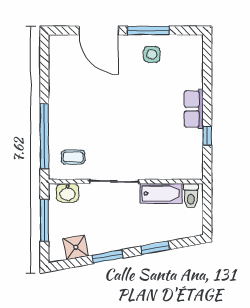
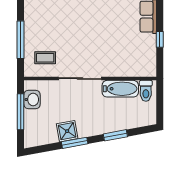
window: (44, 136) -> (21, 40), width x0.68
washbasin: (68, 193) -> (32, 100), moved, turned -90
shower: (76, 247) -> (67, 131), moved

